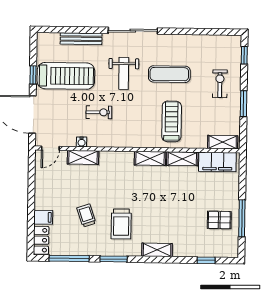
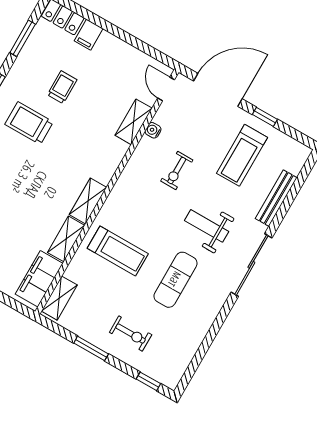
treadmill: (66, 76) -> (242, 155), width x0.73, depth x0.73
trolley: (86, 216) -> (62, 87), turned -71
window: (69, 258) -> (23, 38), width x0.69

